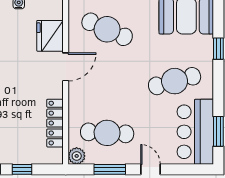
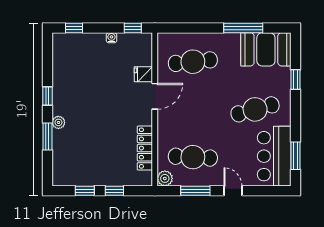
cafe table: (107, 29) -> (193, 62), turned -30
fridge: (50, 36) -> (143, 74), width x0.53, depth x0.75

